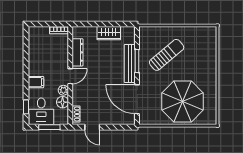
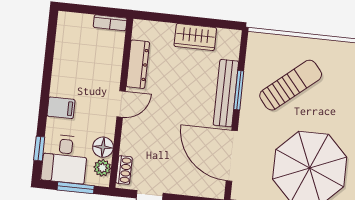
plant: (63, 90) -> (102, 168), moved

